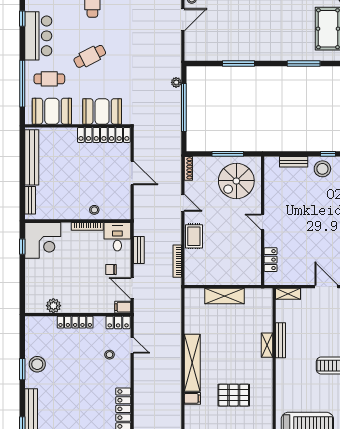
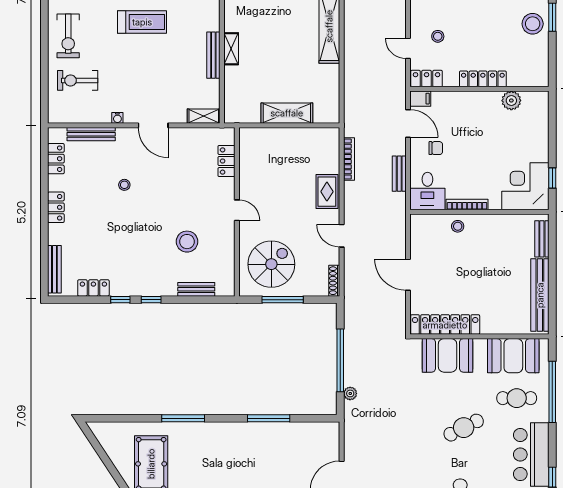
stool: (322, 169) -> (187, 242), moved

